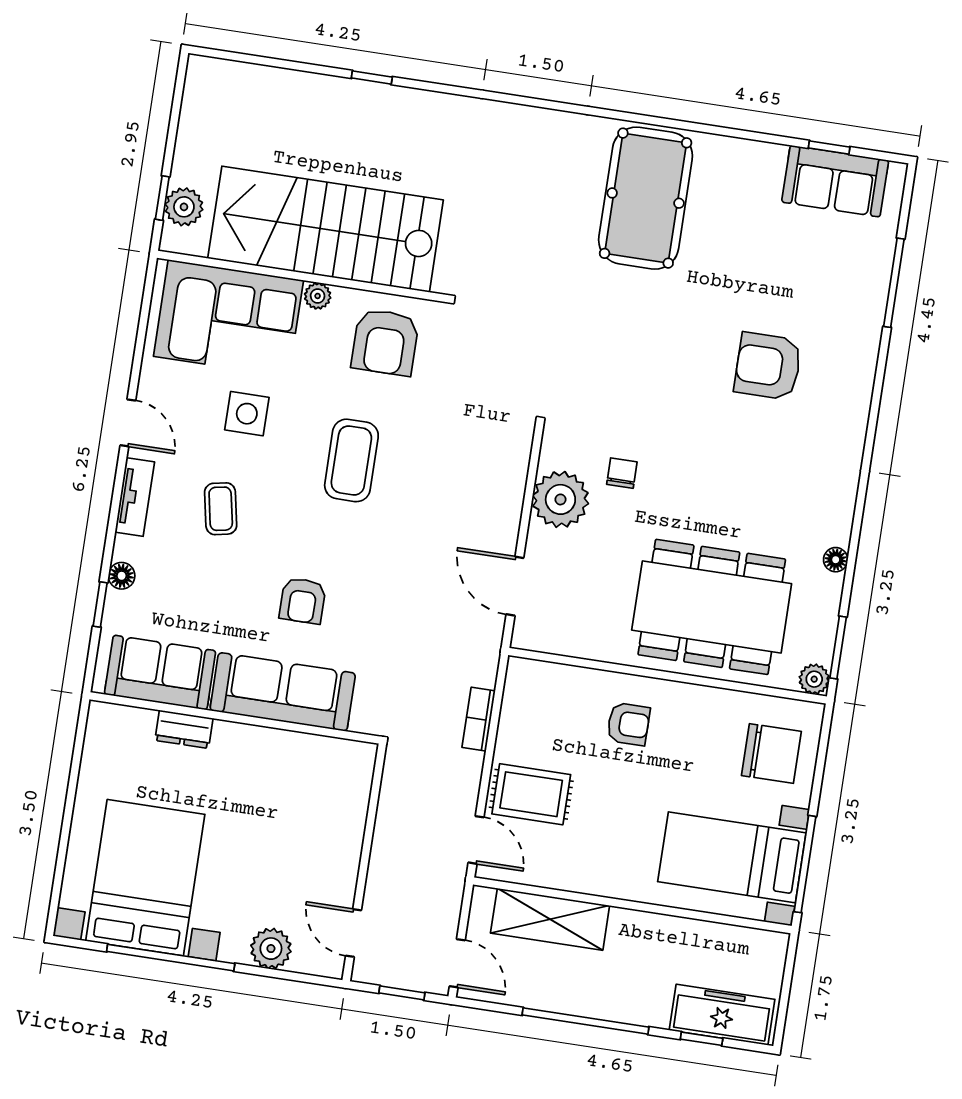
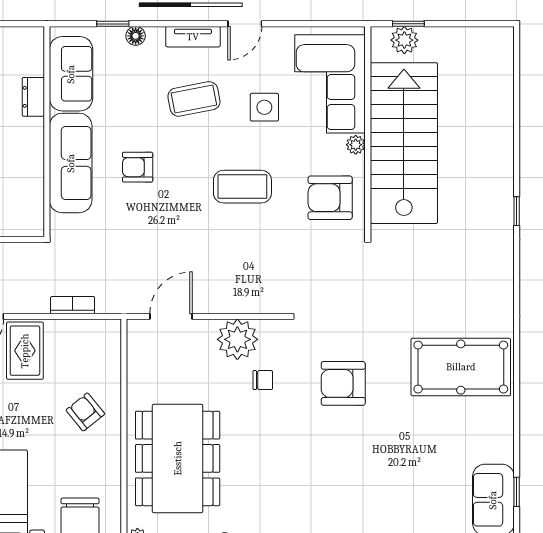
window: (372, 77) -> (517, 211), moved
armchair: (768, 366) -> (343, 383), moved, turned -90
coffee table: (221, 509) -> (194, 99), width x1.36, depth x1.30
armchair: (628, 724) -> (85, 412), turned 141

